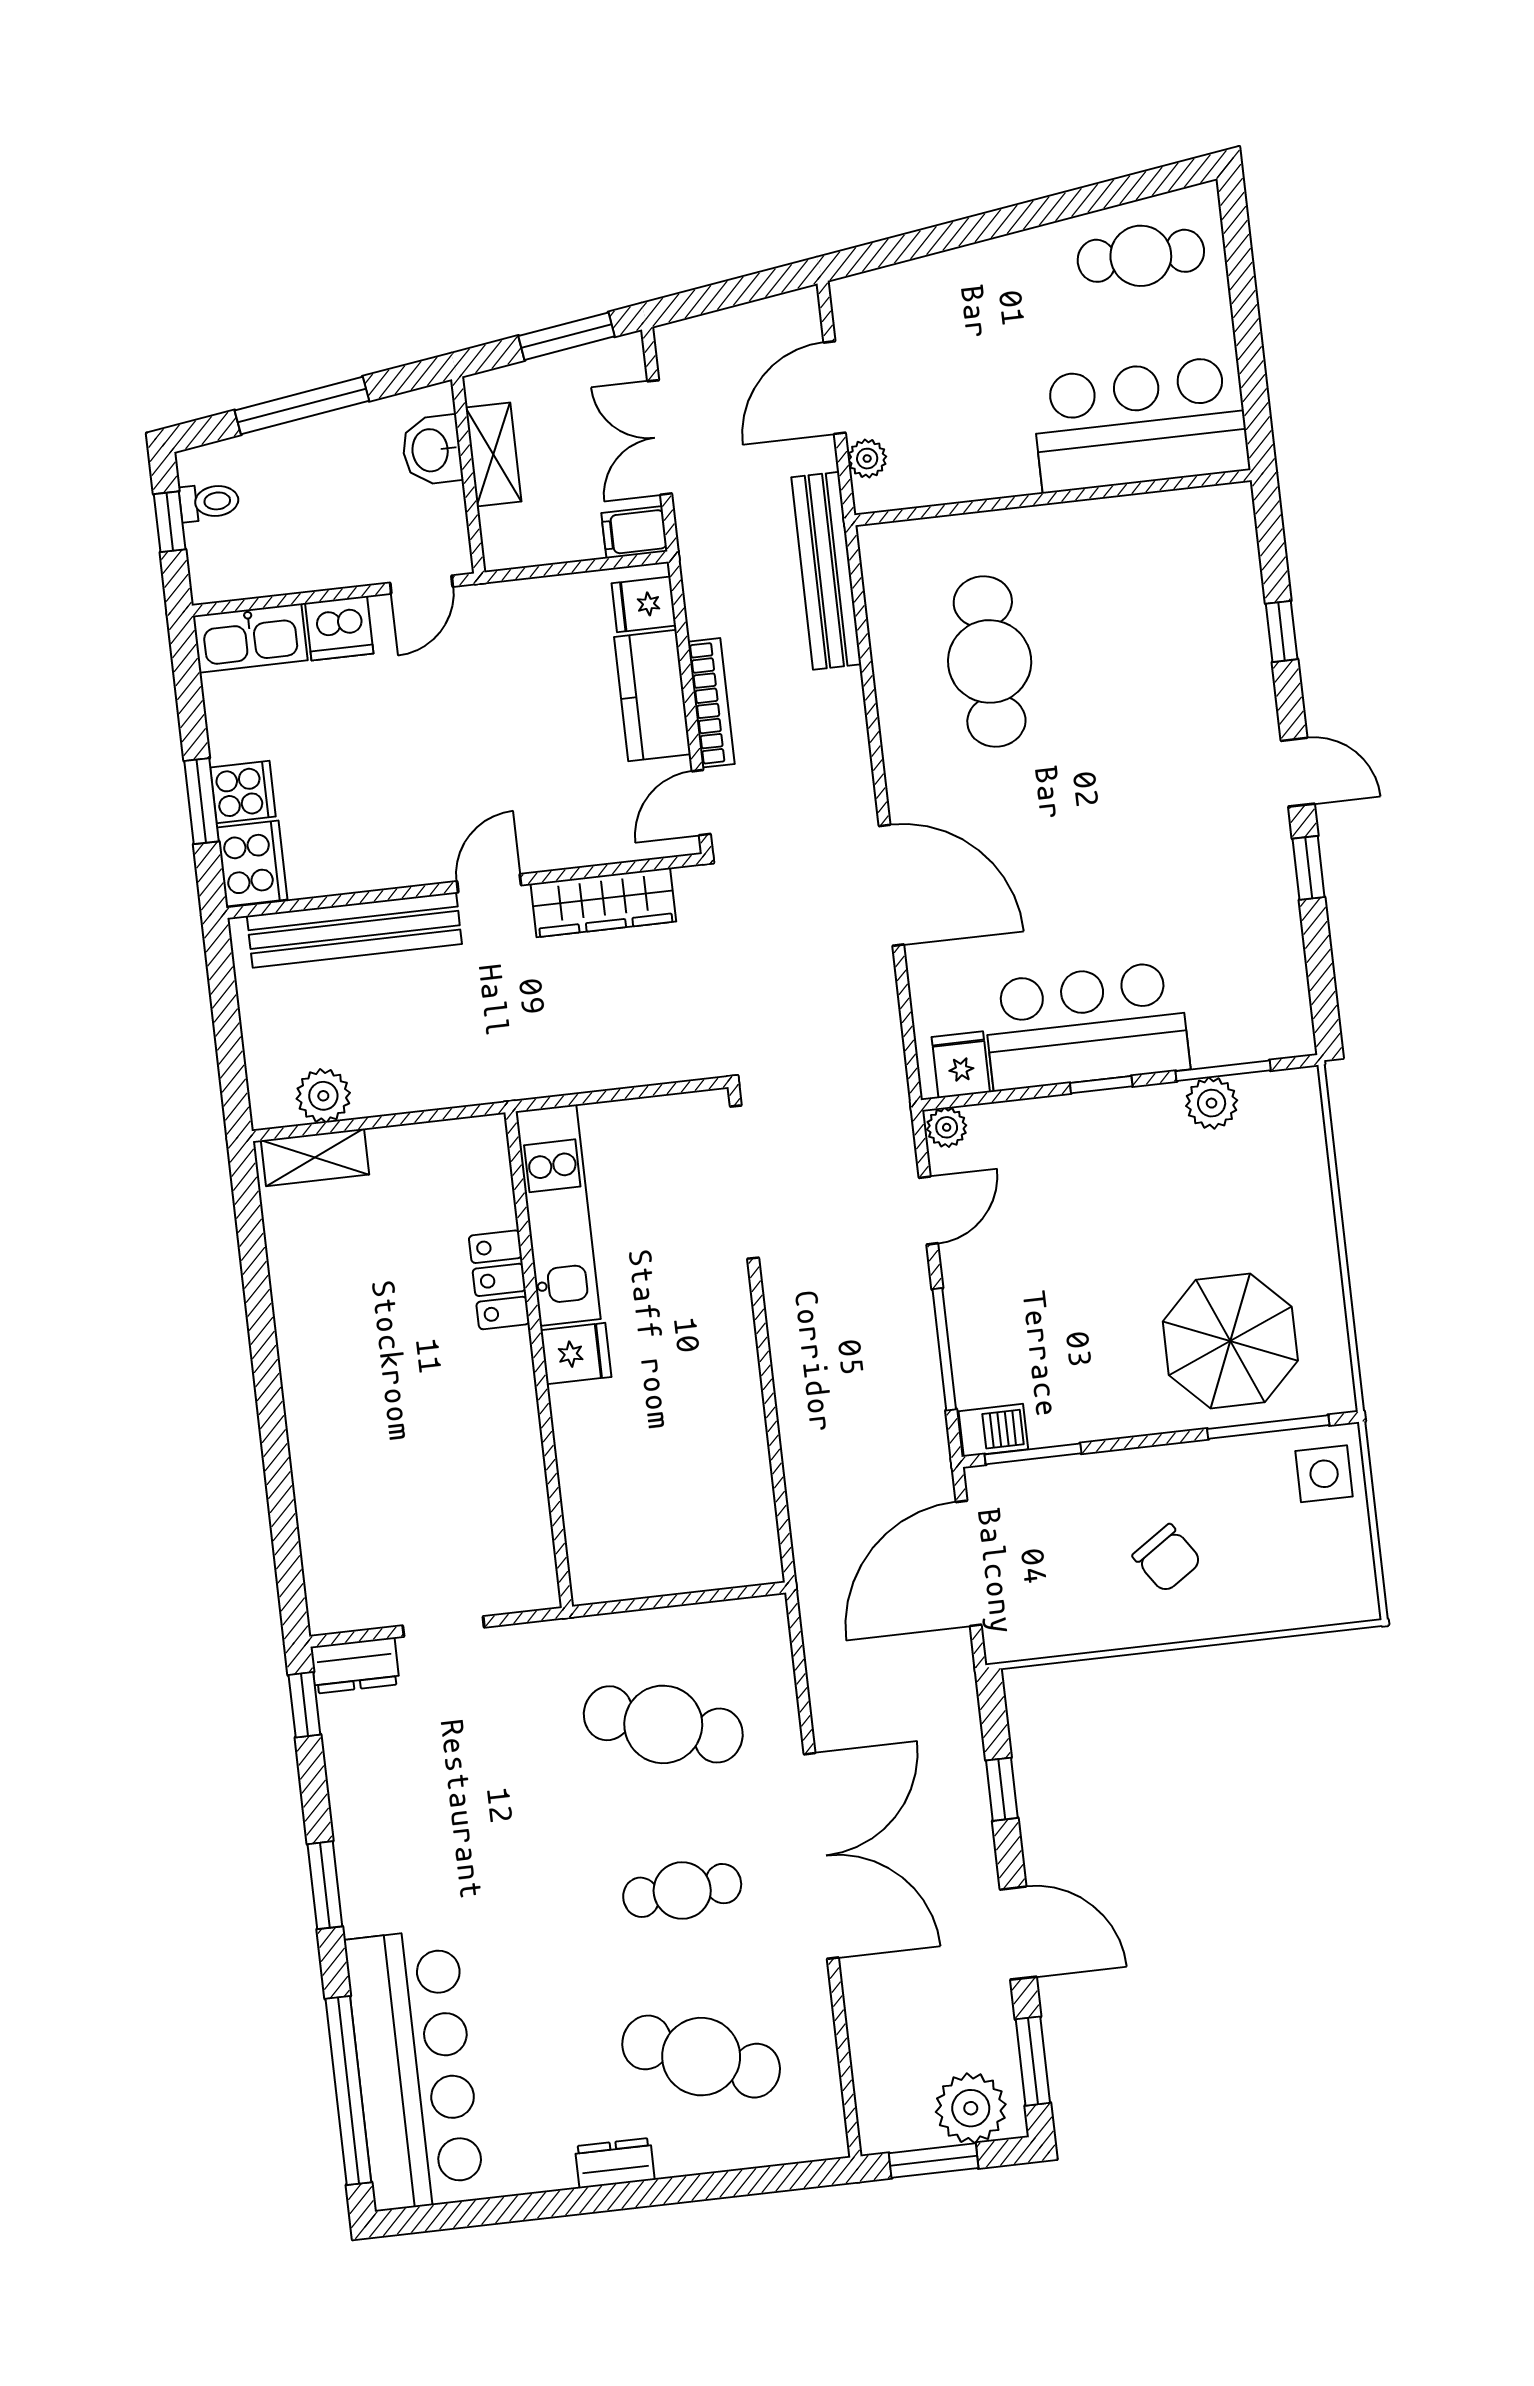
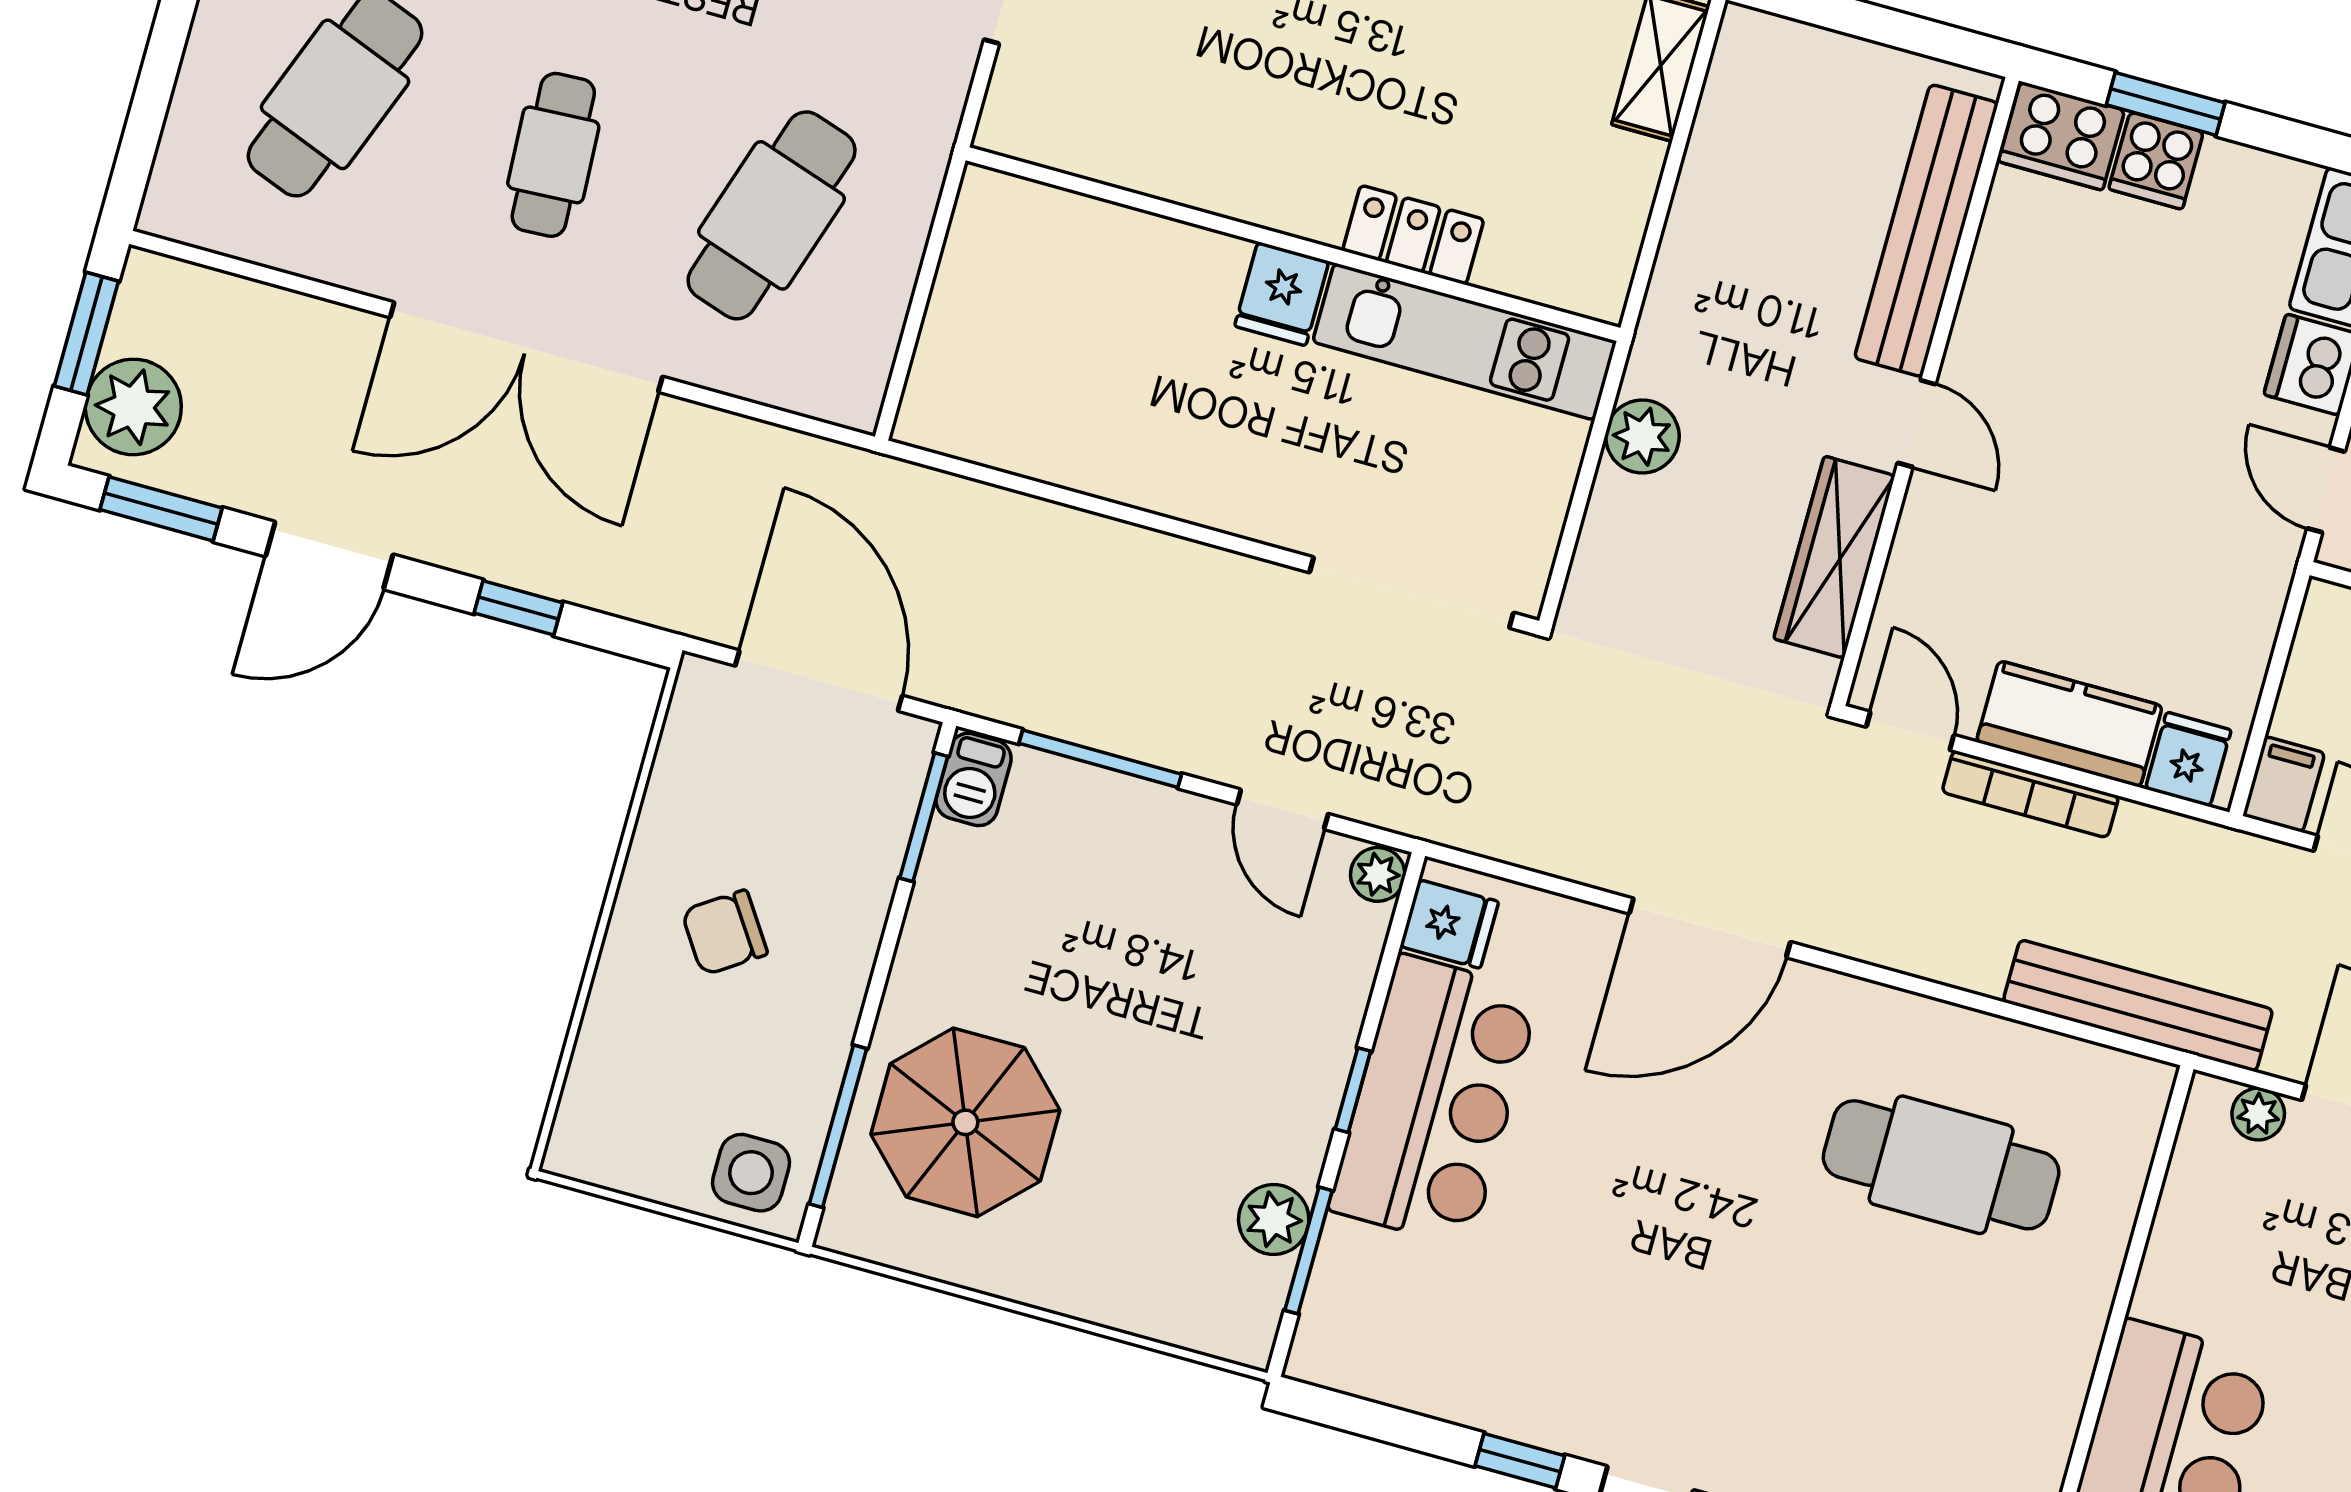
plant: (323, 1096) -> (1642, 436), moved

